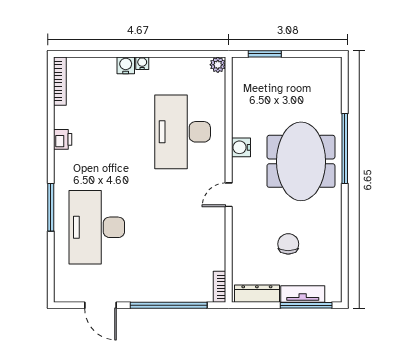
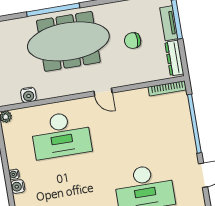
water cooler: (241, 147) -> (28, 95), moved
meeting table: (301, 161) -> (68, 41), width x1.36
bookcase: (220, 287) -> (167, 88), width x1.56

